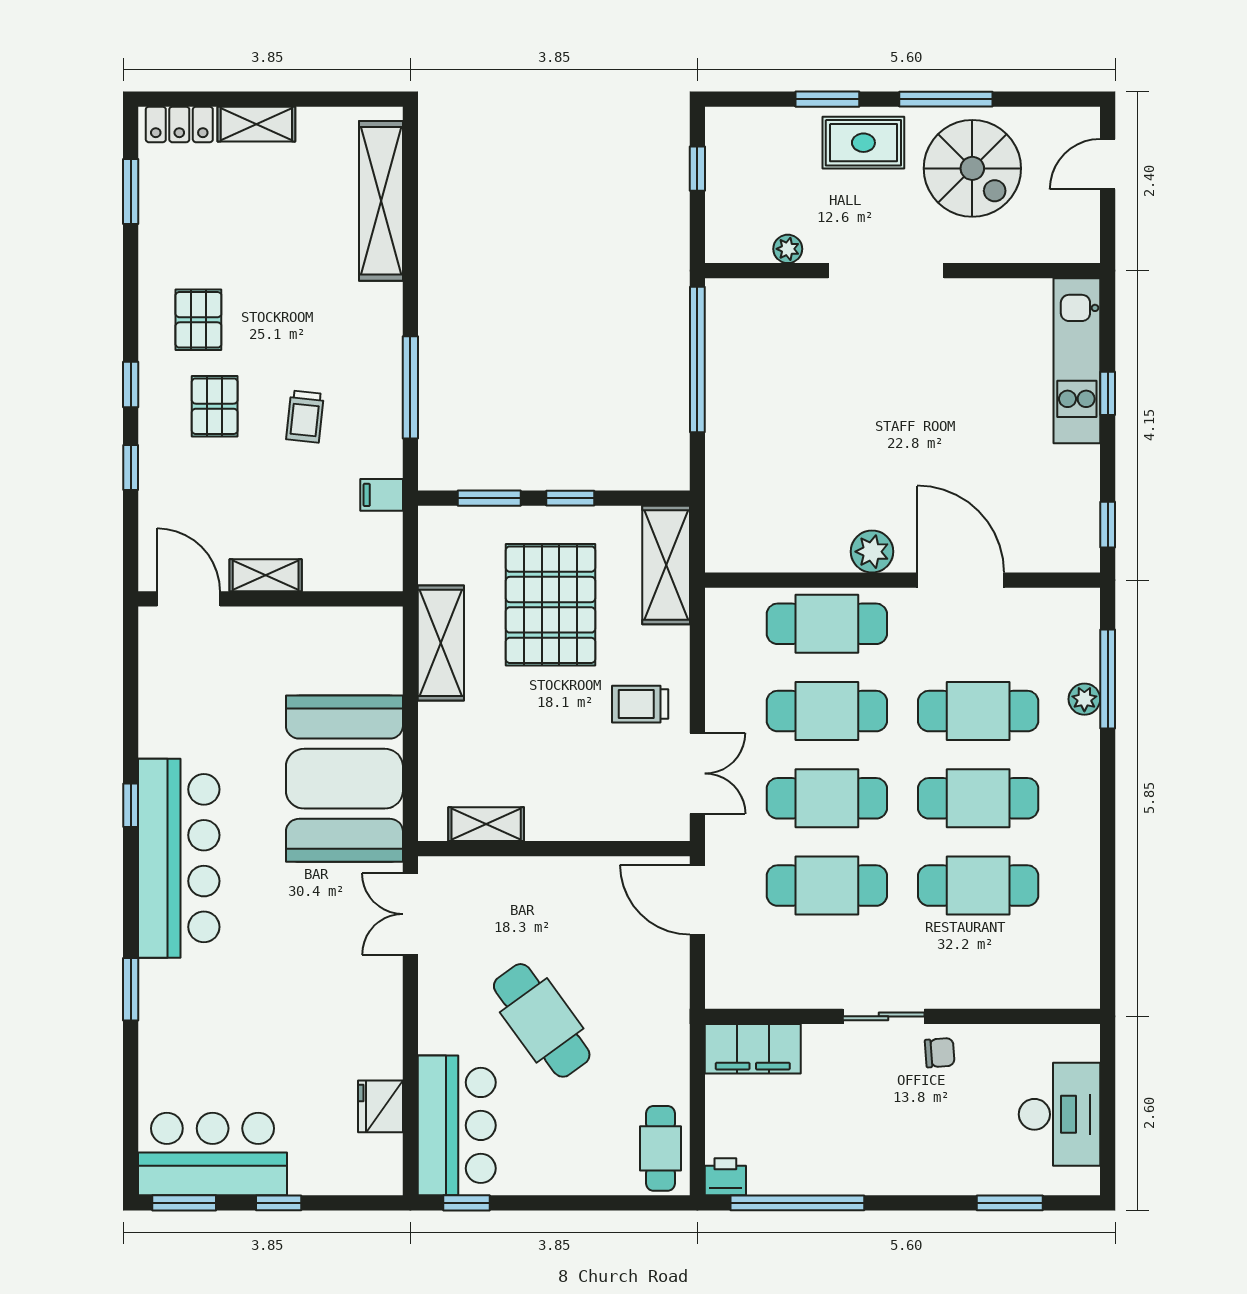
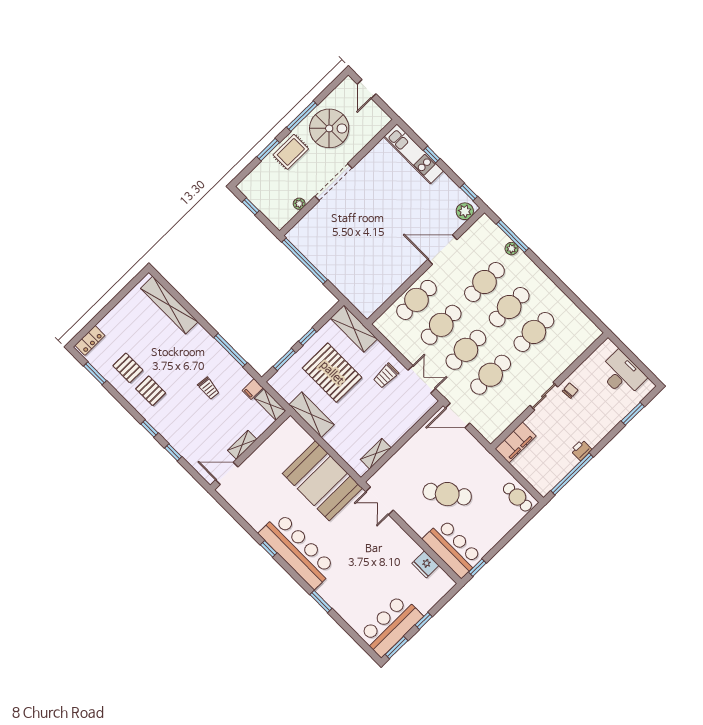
shelving: (256, 124) -> (270, 404), moved, turned 90
pallet: (215, 406) -> (128, 368), moved
plant: (872, 552) -> (465, 211), moved
printer: (725, 1177) -> (581, 450), moved

